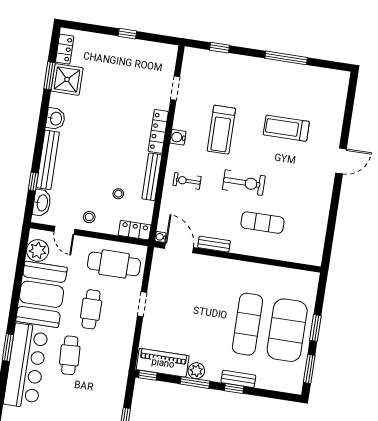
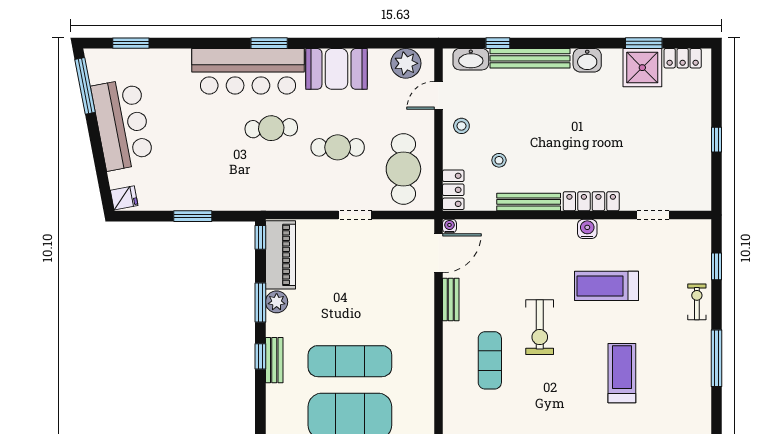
exercise bike: (187, 181) -> (697, 302), moved
booth: (42, 294) -> (336, 69), width x0.73, depth x0.70

